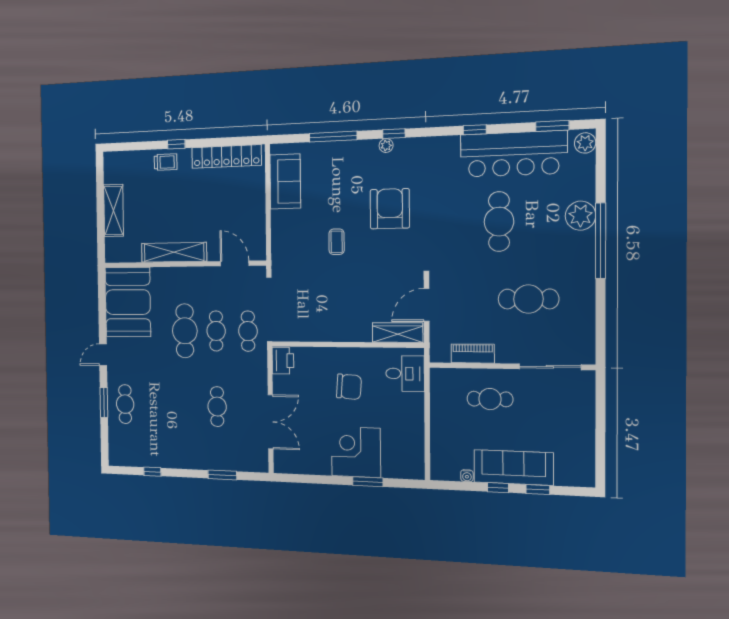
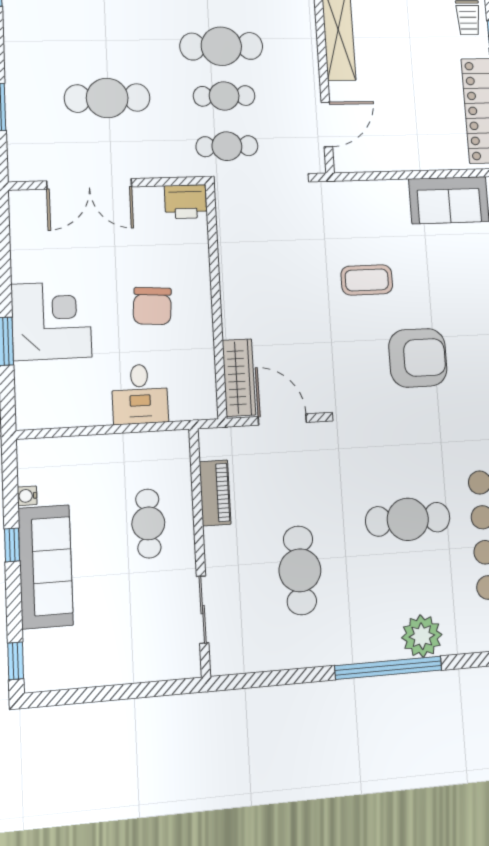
coffee table: (337, 242) -> (367, 280), width x1.36, depth x1.30
sliding door: (550, 367) -> (203, 610), width x0.73
desk: (405, 374) -> (140, 394), moved
cafe table: (217, 407) -> (107, 98), width x1.37, depth x1.35
window: (538, 490) -> (16, 661), moved

